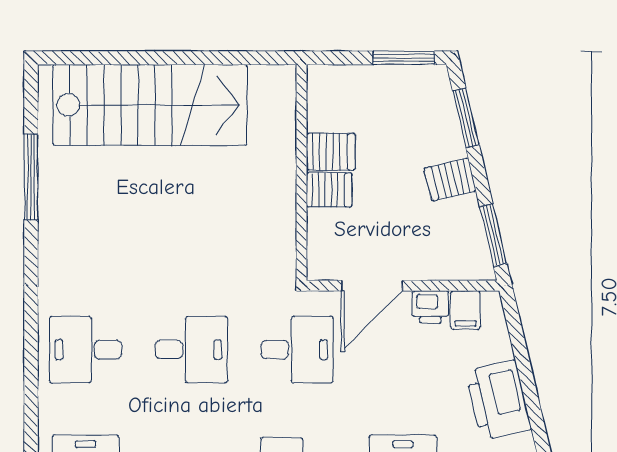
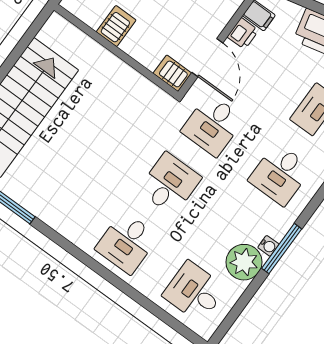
server rack: (329, 190) -> (172, 73), moved, turned -90
desk: (297, 350) -> (213, 125), turned 180

